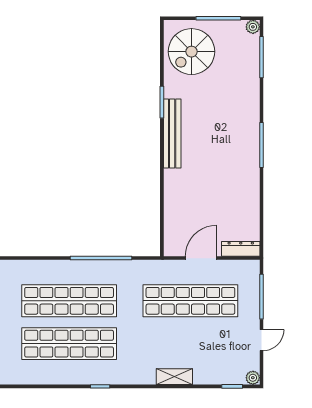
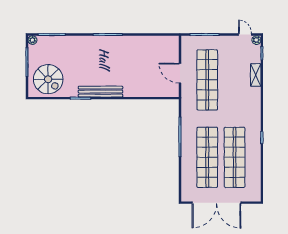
dresser: (241, 249) -> (174, 48), removed
door: (261, 340) -> (245, 35), moved
shelving: (174, 377) -> (256, 75), moved

